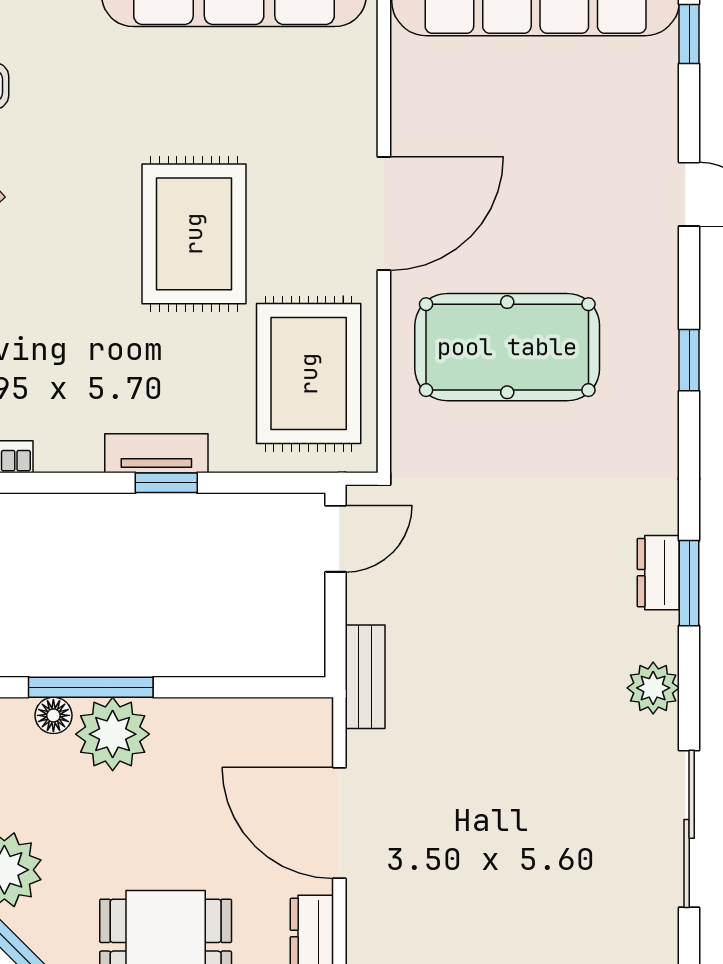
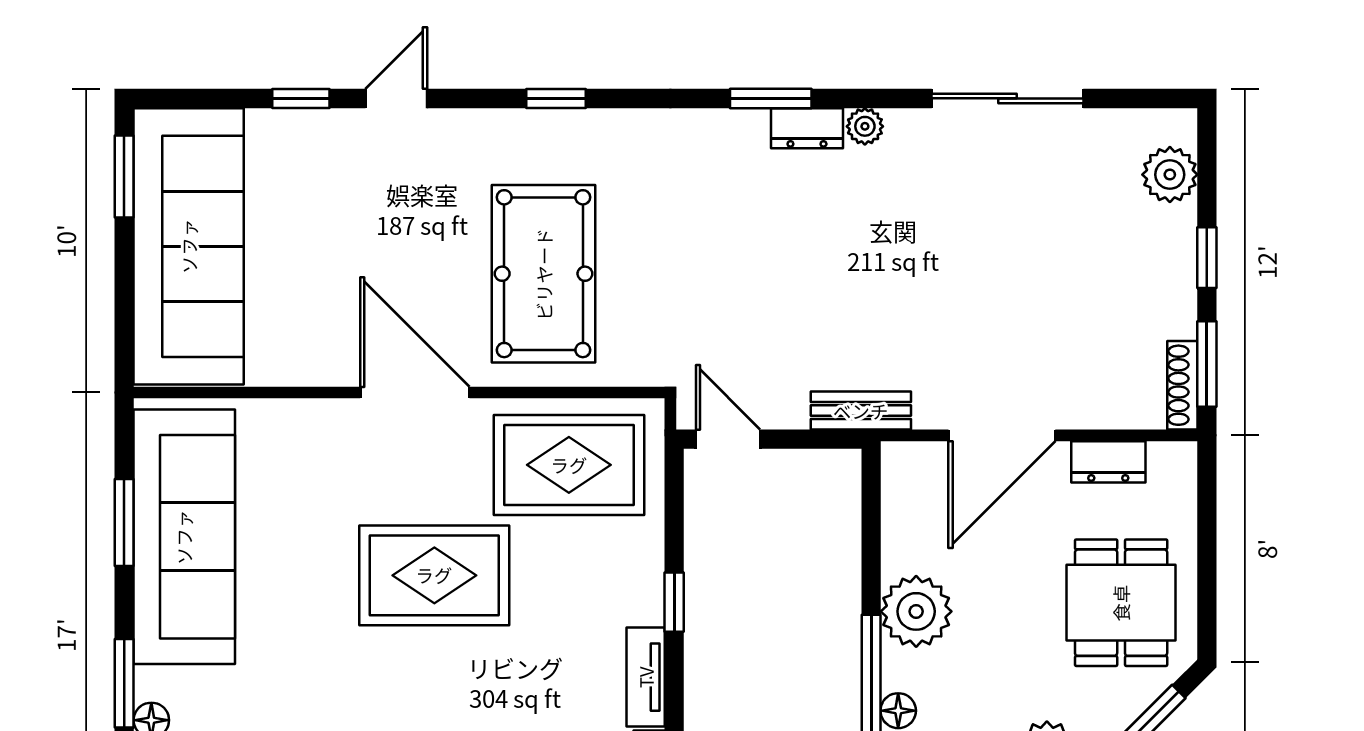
window: (689, 34) -> (301, 98), moved
tv unit: (156, 453) -> (646, 677), moved
dresser: (658, 573) -> (807, 128), moved
plant: (653, 688) -> (865, 126), width x0.73, depth x0.73
plant: (113, 734) -> (916, 611), moved

